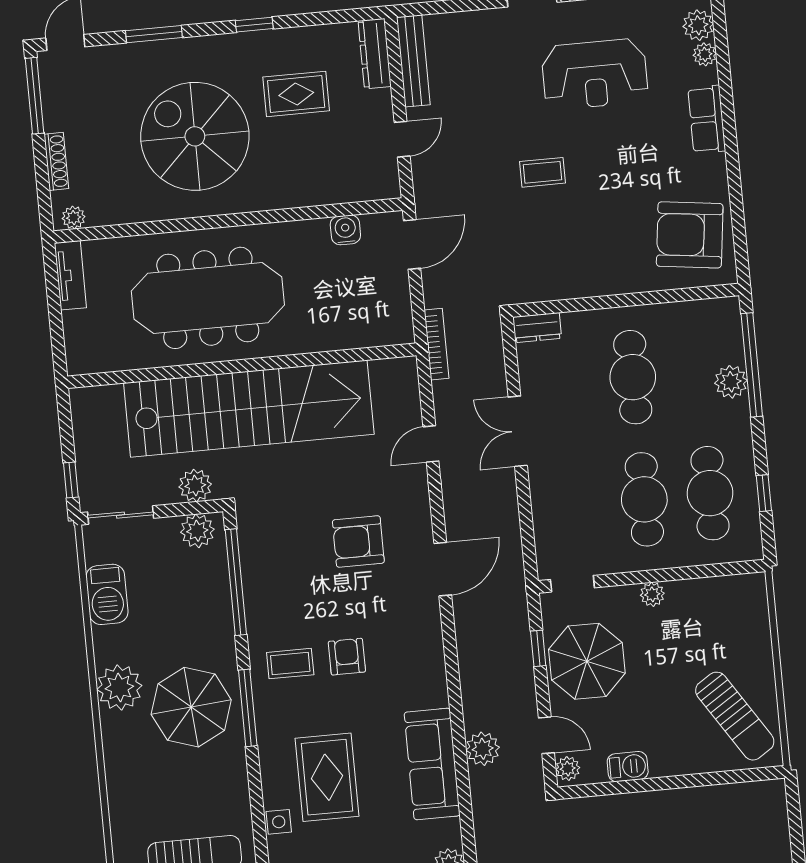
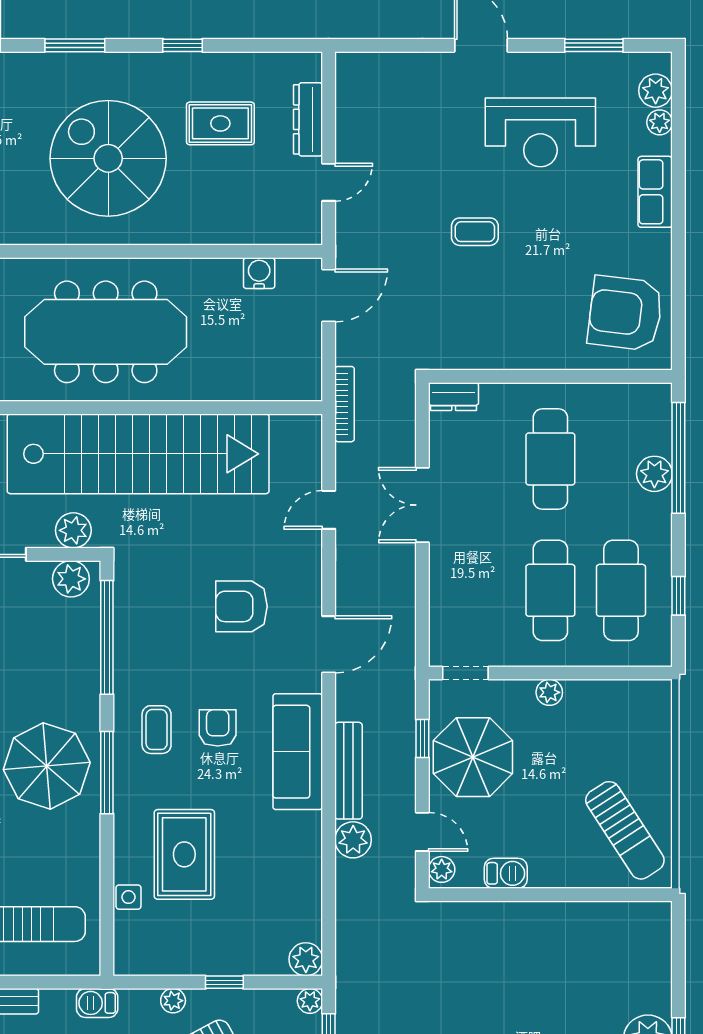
dresser: (375, 54) -> (308, 119), moved
bench: (413, 61) -> (348, 771), moved
coffee table: (290, 664) -> (157, 730), turned 90
sofa: (432, 764) -> (298, 752), moved

